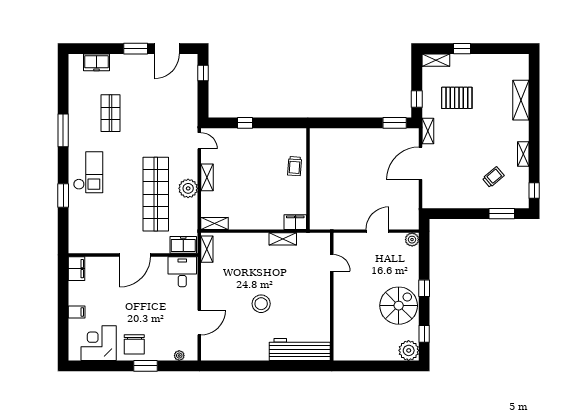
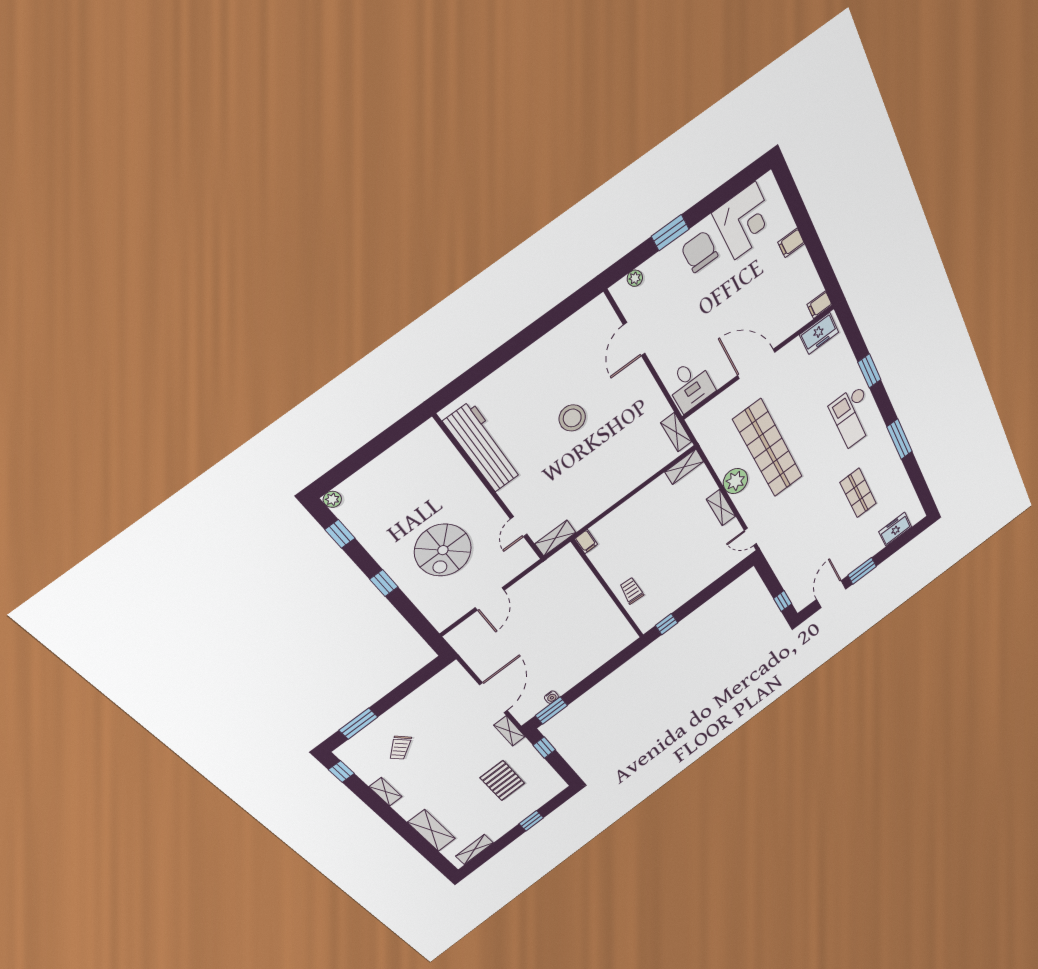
shelving: (436, 60) -> (474, 850), moved
pallet: (457, 98) -> (502, 781), turned 90
window: (245, 123) -> (667, 624), moved
water cooler: (388, 133) -> (551, 697), added
filing cabinet: (295, 222) -> (586, 542), width x0.50
shelving: (283, 239) -> (555, 538), moved
plant: (412, 240) -> (442, 621), removed
freezer: (183, 245) -> (819, 333), moved
door: (135, 255) -> (756, 364), hinge flipped
door: (332, 263) -> (519, 527), hinge flipped
filing cabinet: (77, 269) -> (820, 305), width x0.50
spiral stairs: (399, 306) -> (443, 550), moved
workbench: (300, 350) -> (483, 447), moved, turned -90
plant: (409, 350) -> (332, 499), width x0.53, depth x0.53

